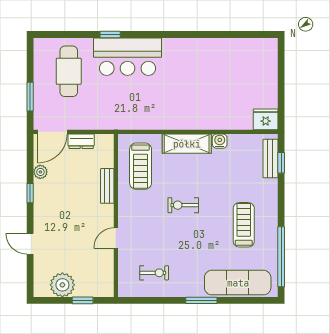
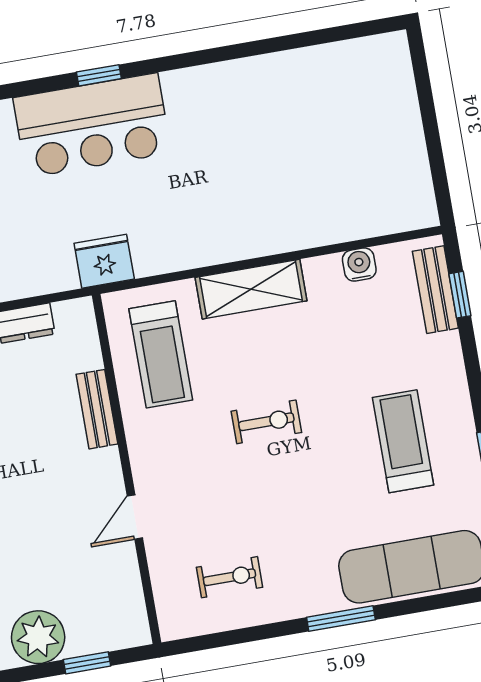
window: (110, 35) -> (99, 75), moved
fridge: (266, 119) -> (104, 261), moved
water cooler: (220, 141) -> (359, 265), moved
exercise bike: (183, 205) -> (266, 422), turned 180

